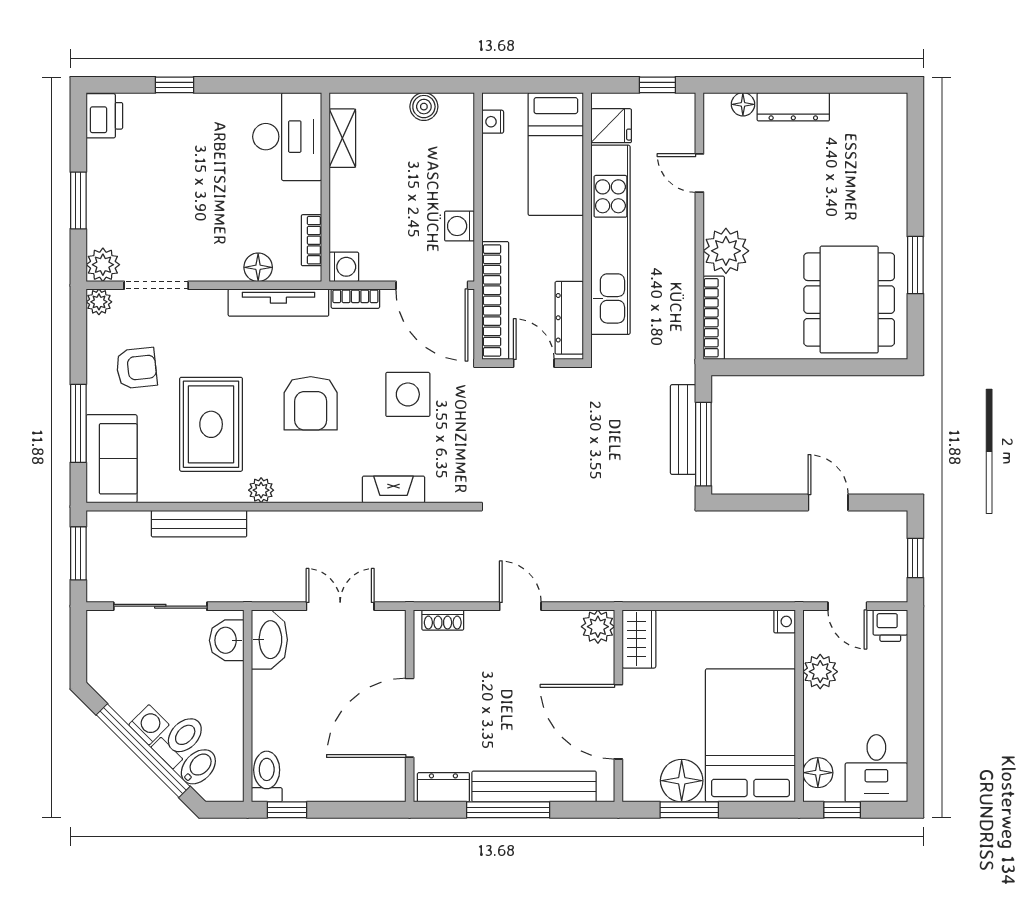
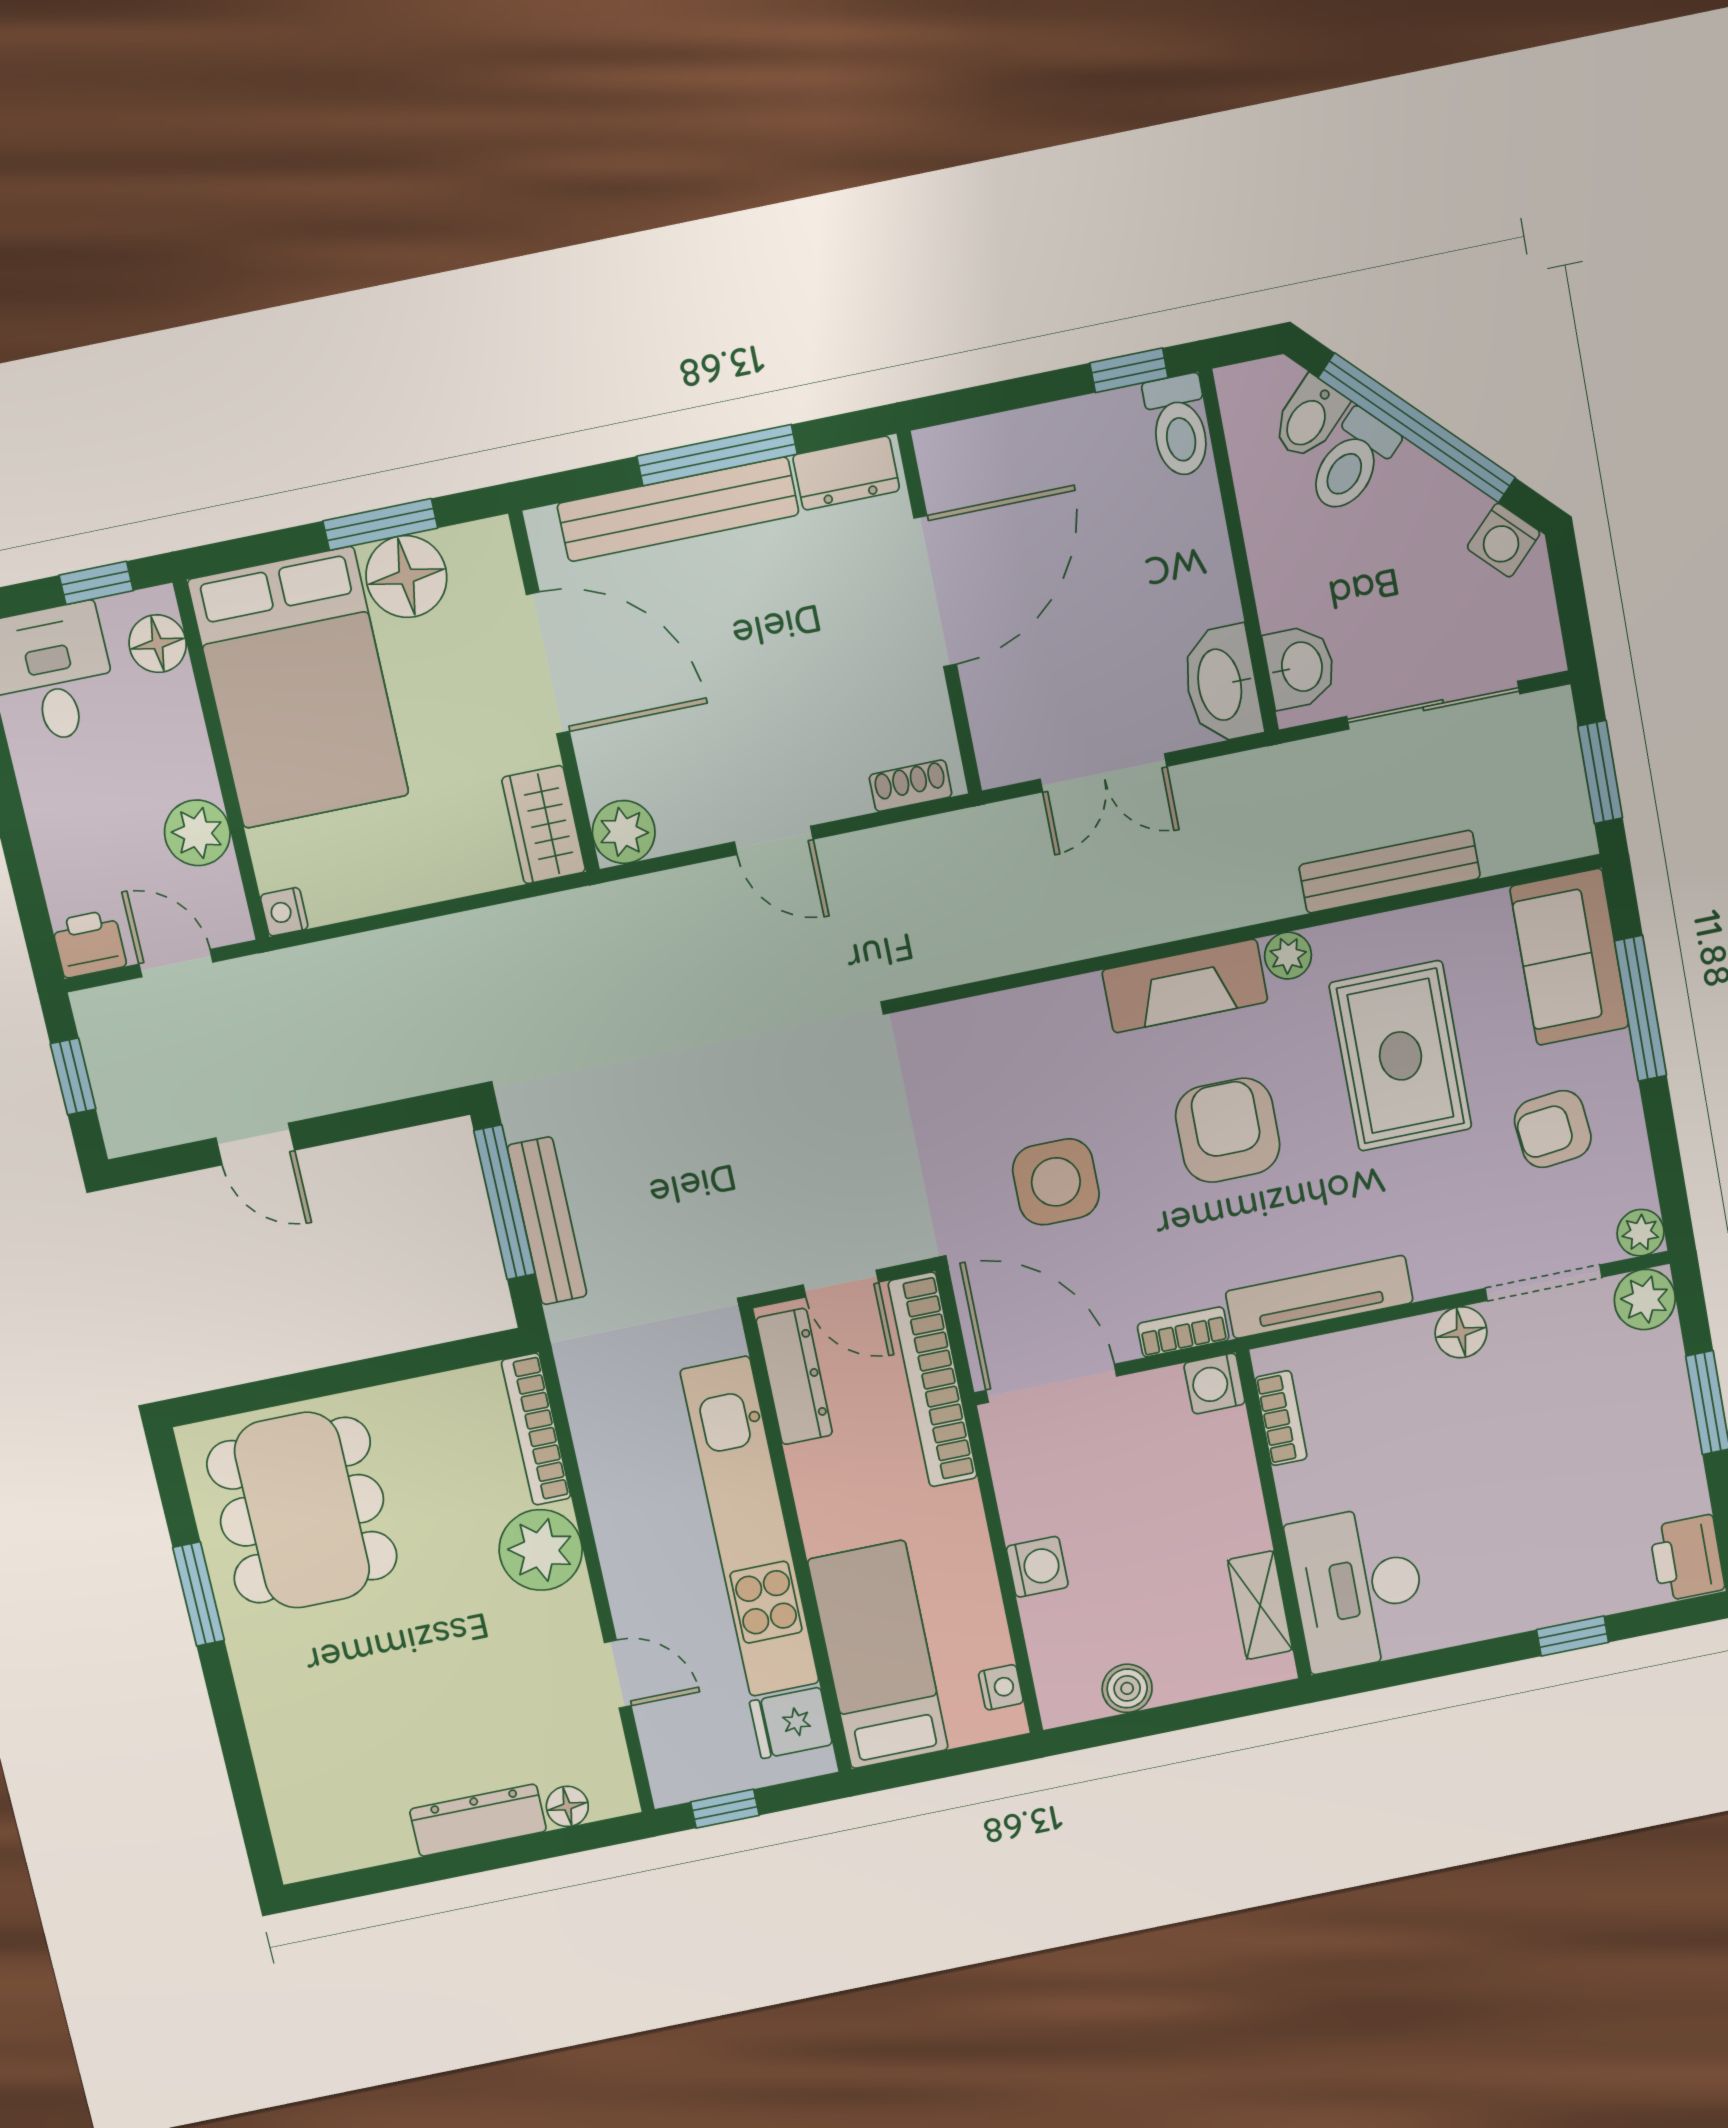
washing machine: (459, 226) -> (1037, 1567), moved
floor lamp: (258, 267) -> (1461, 1332), moved
fireplace: (394, 489) -> (1185, 986), moved, width x1.37, depth x1.32
washing machine: (149, 725) -> (1504, 540), moved

